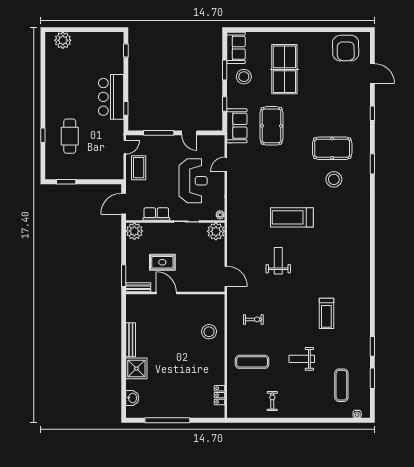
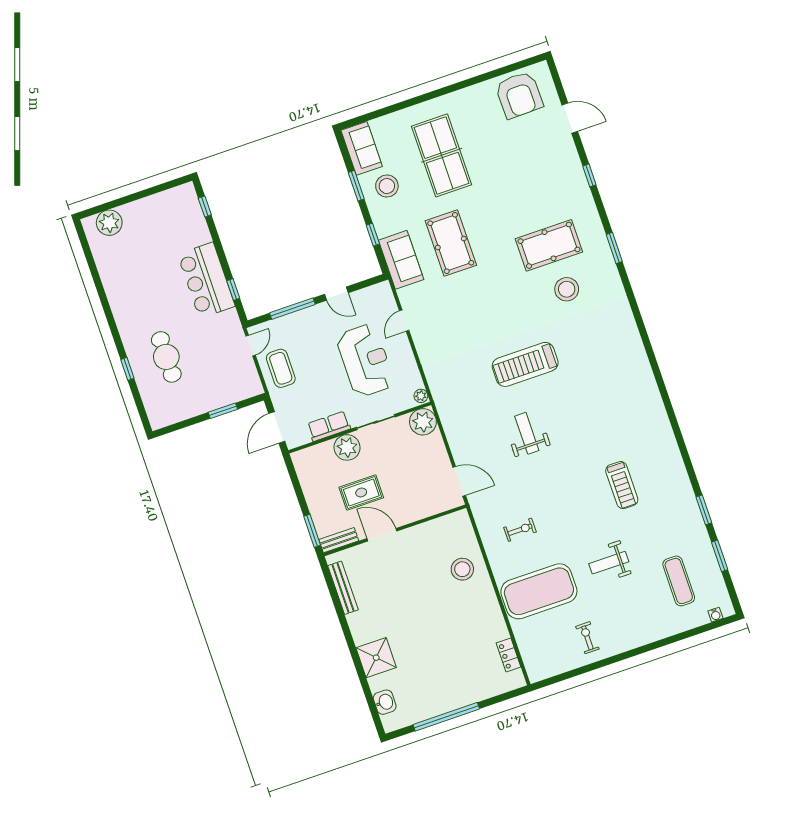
window: (66, 182) -> (223, 411), moved
plant: (134, 231) -> (347, 447), moved
bench: (131, 340) -> (343, 588), moved
exercise mat: (252, 362) -> (539, 591), width x2.00, depth x1.45

